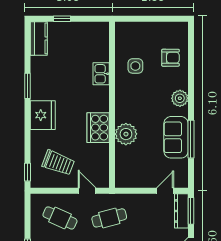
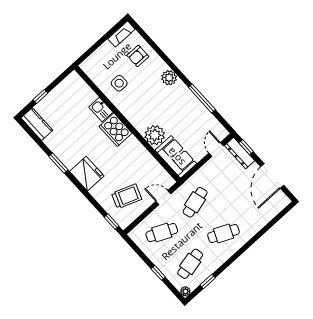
fireplace: (173, 28) -> (121, 34), added
armchair: (171, 58) -> (138, 56), turned 180
cooker: (98, 128) -> (116, 130), moved
sofa: (176, 137) -> (176, 157), moved, turned 180
window: (191, 211) -> (246, 147), width x0.67

